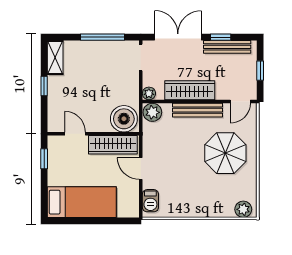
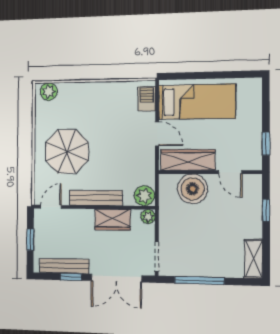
window: (44, 86) -> (266, 210), moved
wardrobe: (190, 90) -> (113, 220), width x0.67
boiler: (124, 119) -> (192, 189), moved
bed: (82, 202) -> (197, 102), moved, turned 180

